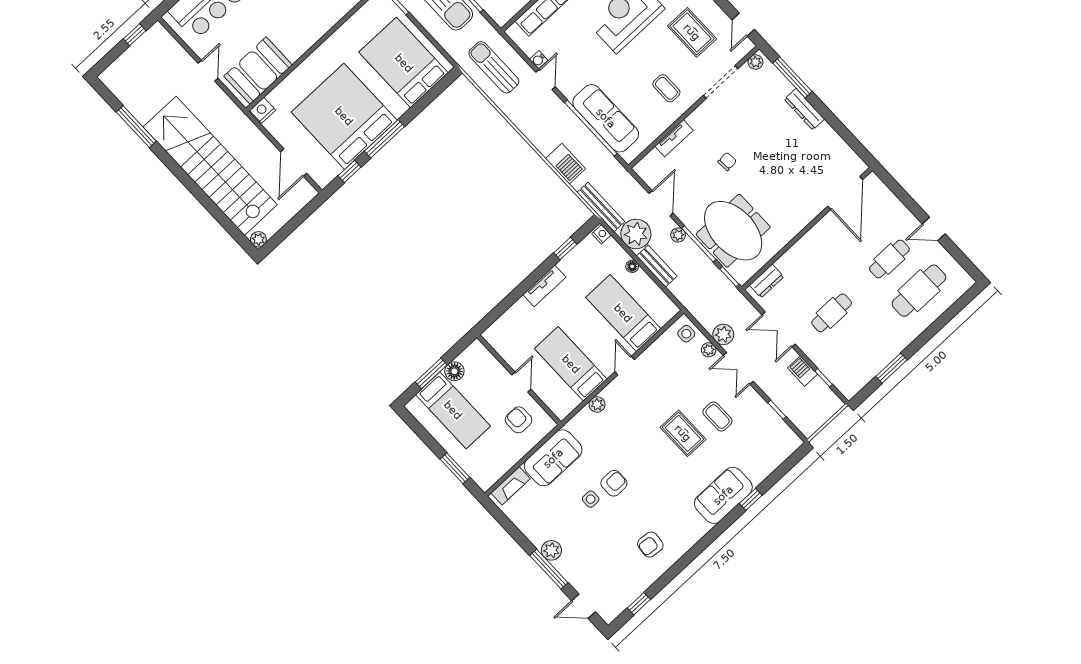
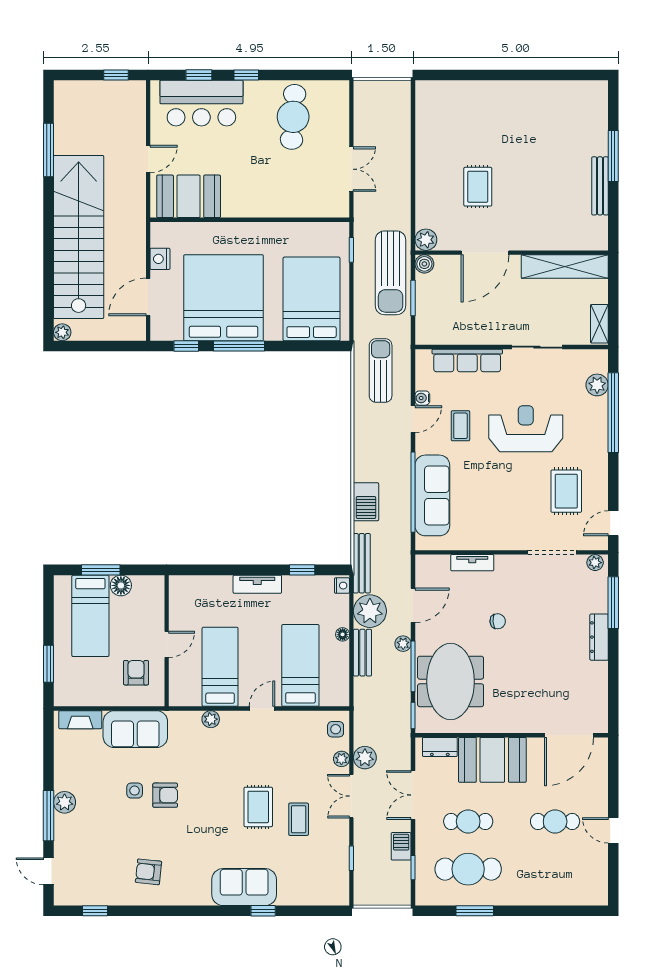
coffee table: (666, 88) -> (460, 426), moved
nightstand: (263, 110) -> (160, 259), moved, turned -90
booth: (810, 257) -> (492, 760), added
cafe table: (919, 291) -> (468, 869), moved

